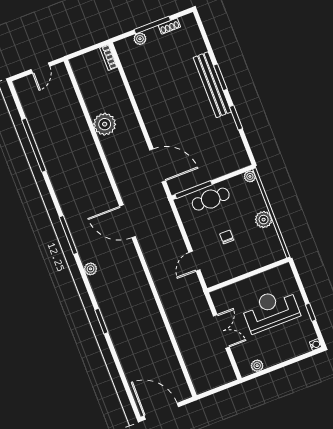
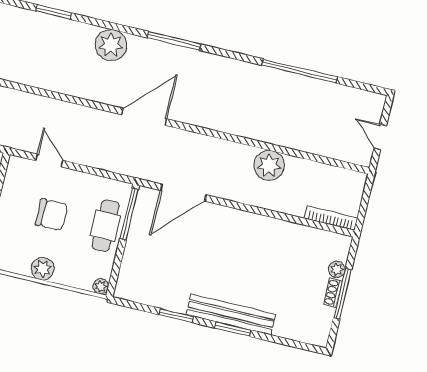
shoe rack: (169, 26) -> (333, 293), moved
bookcase: (108, 57) -> (331, 218), width x1.56
chair: (227, 237) -> (51, 215), width x1.87, depth x1.87
plant: (90, 269) -> (111, 45), width x1.88, depth x1.88

